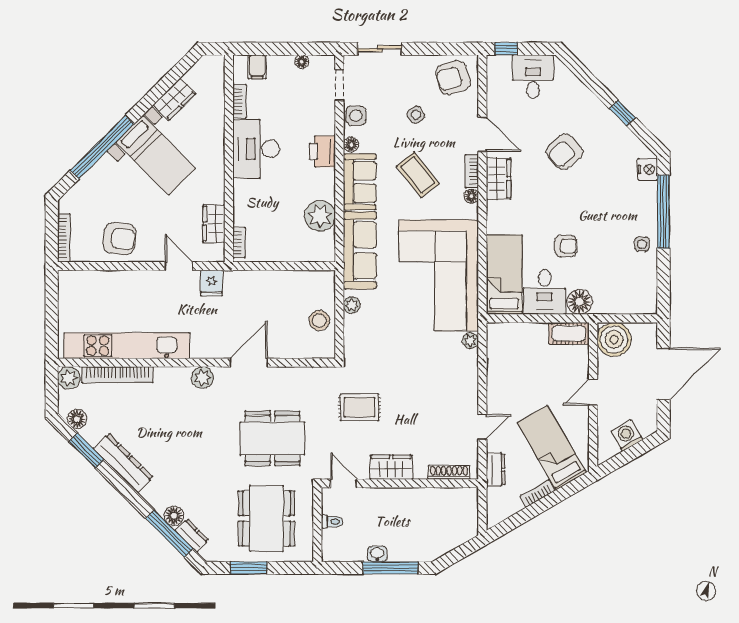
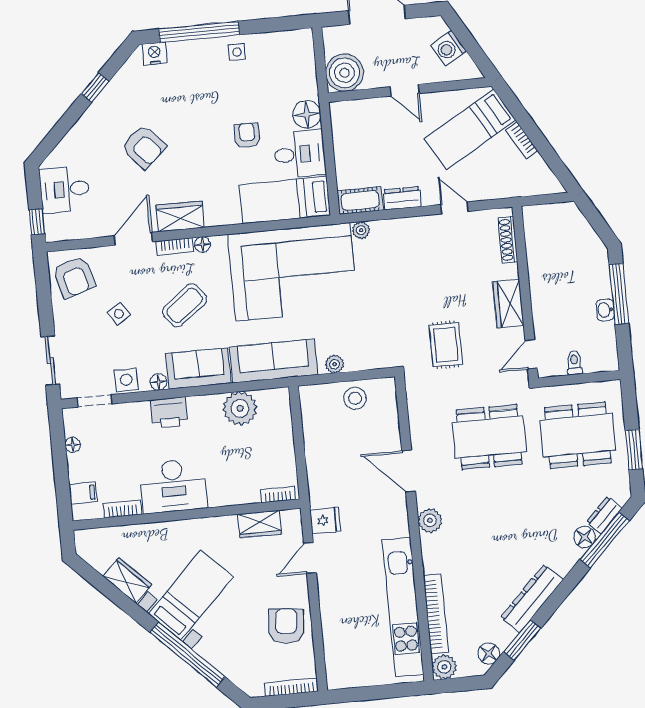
cot: (569, 333) -> (360, 200), moved, turned 90
dining table: (272, 438) -> (489, 437), turned 90
dresser: (496, 470) -> (402, 198), moved

